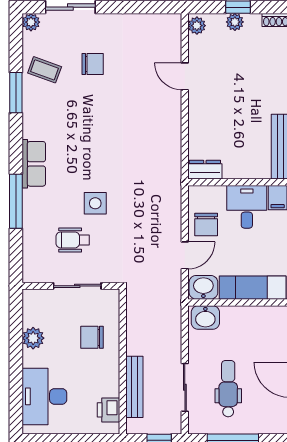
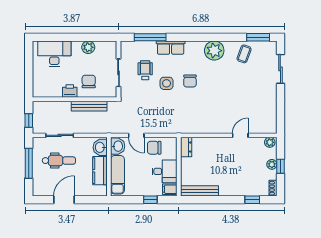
plant: (31, 22) -> (214, 51), moved, width x1.87, depth x1.87
chair: (93, 64) -> (190, 81), moved
window: (16, 93) -> (258, 37), moved
row of seats: (34, 164) -> (171, 48), moved
window: (16, 201) -> (150, 37), moved
kitchen counter: (246, 318) -> (100, 171), added
bench: (134, 387) -> (89, 106), moved
printer: (109, 410) -> (70, 91), moved

